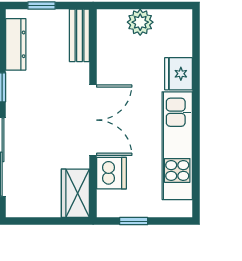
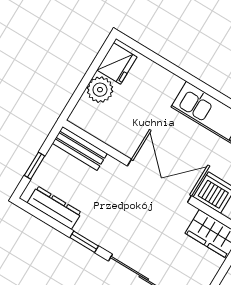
fridge: (179, 74) -> (117, 63), moved, turned -90

